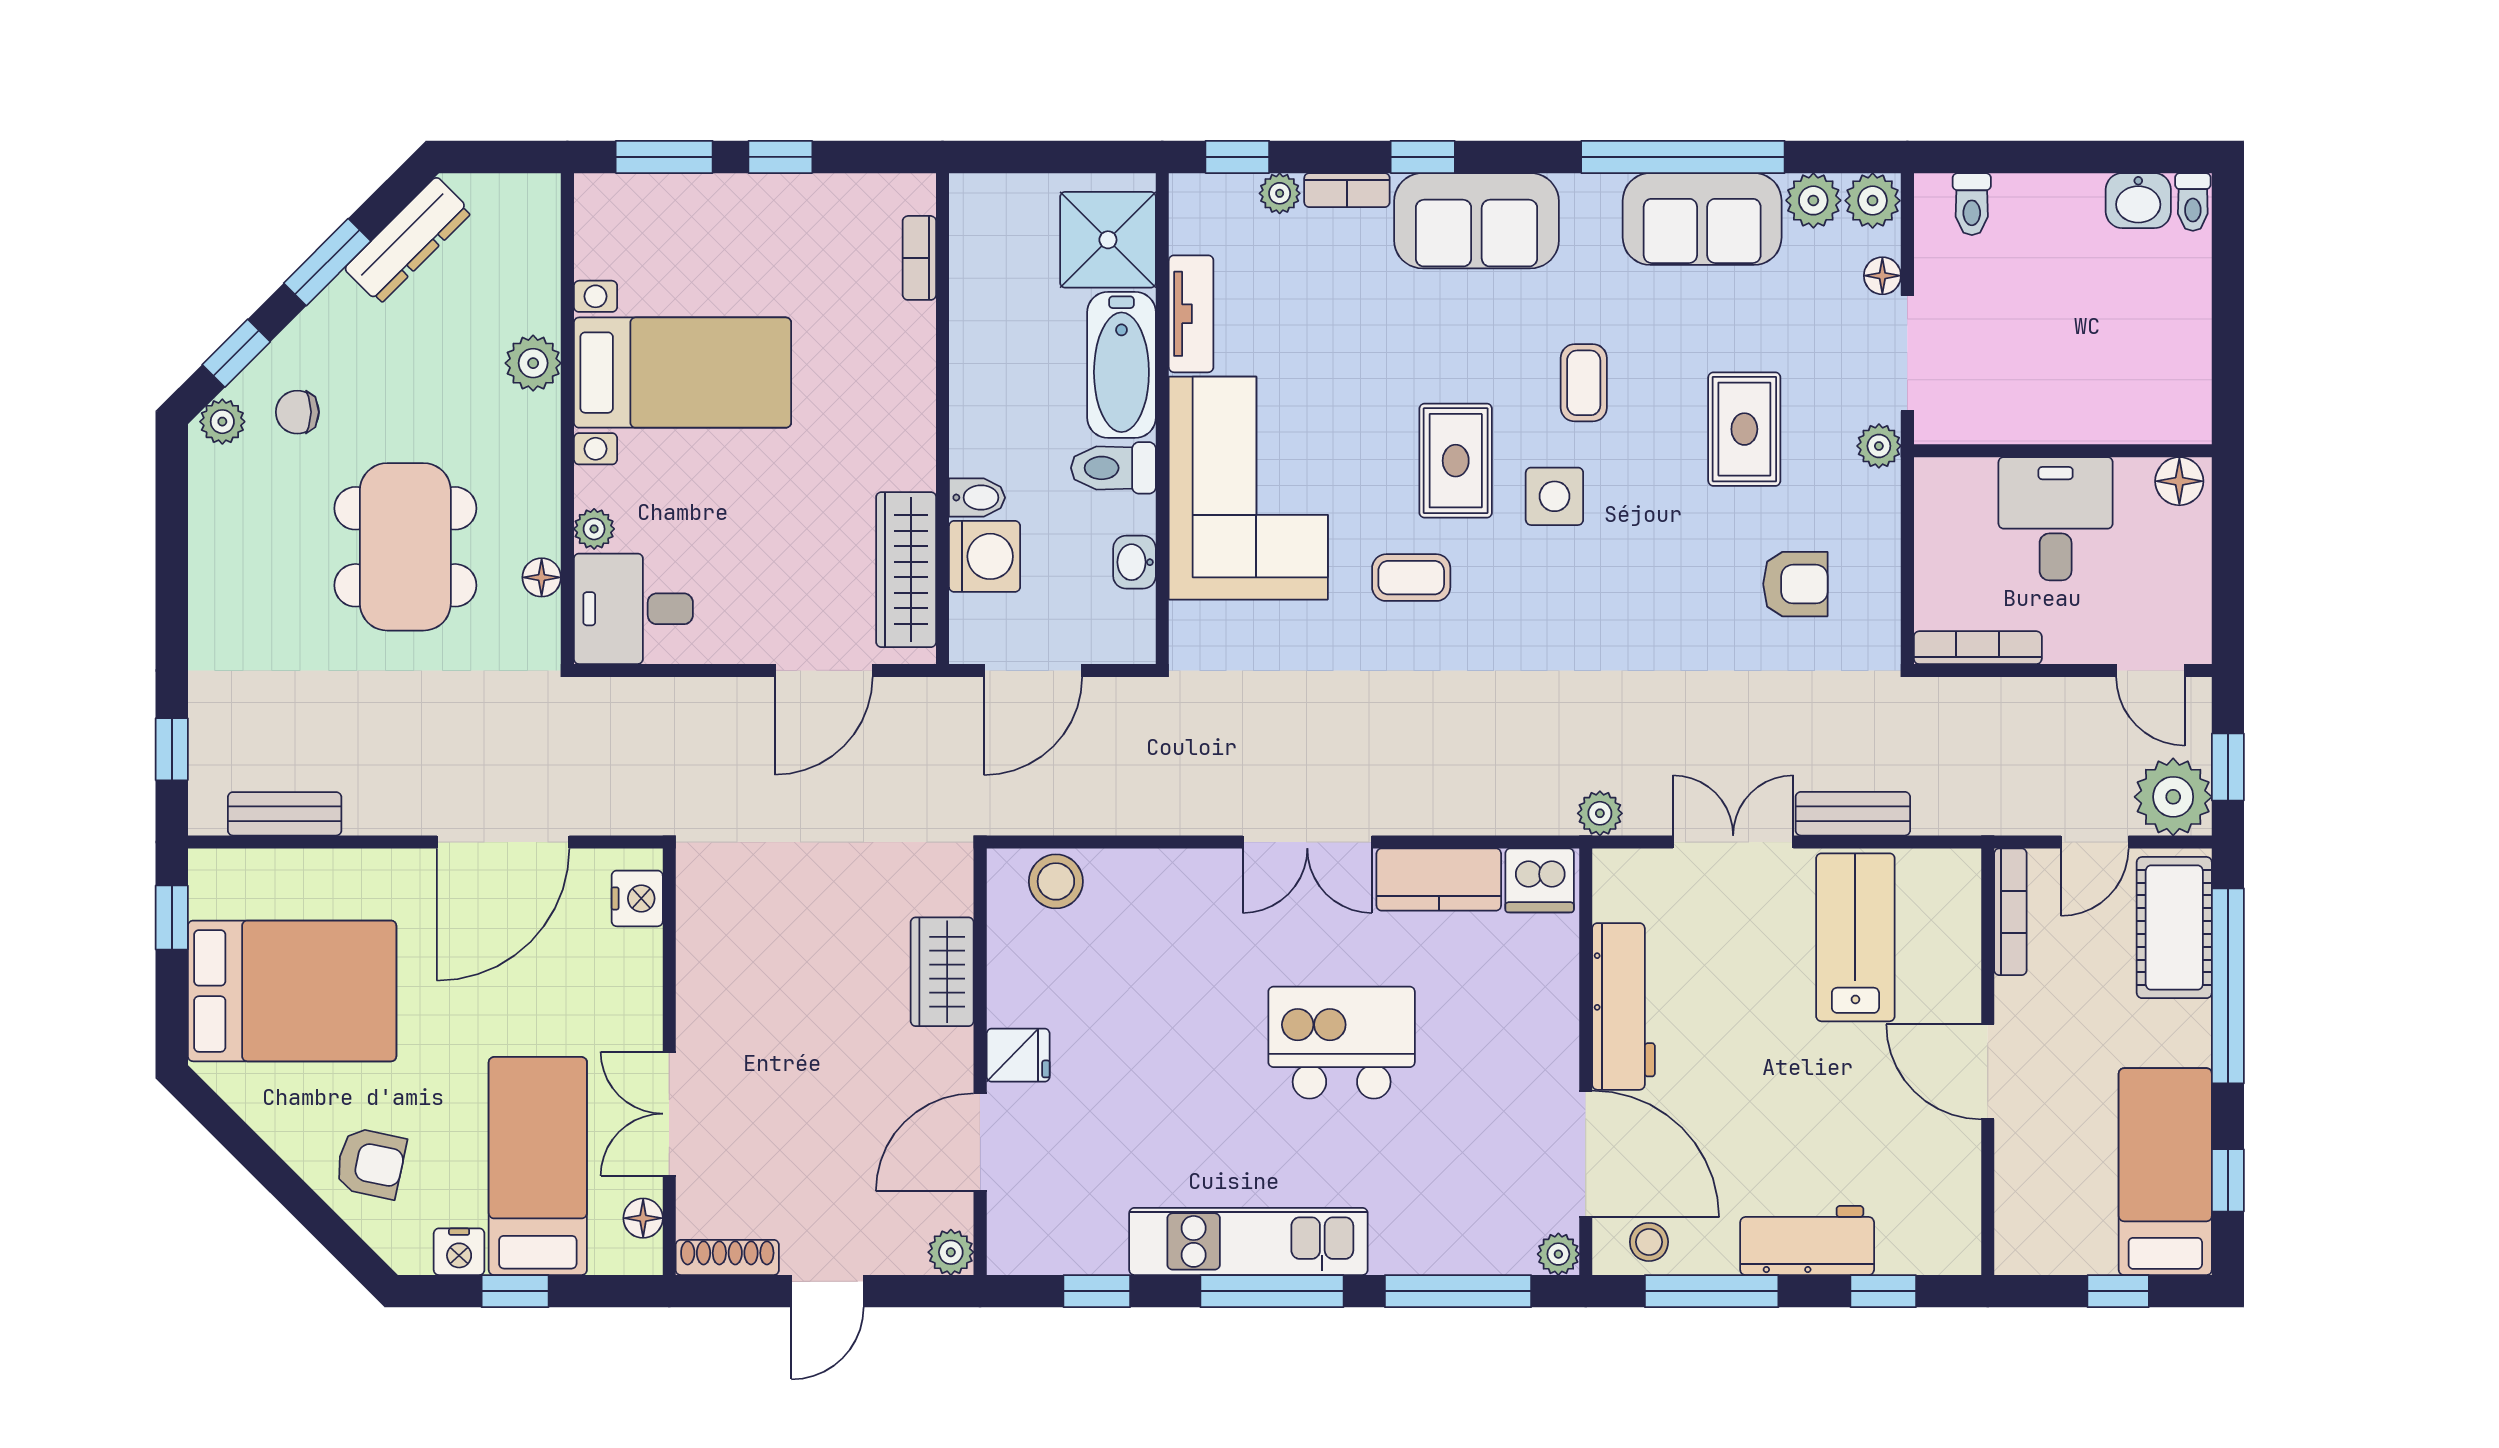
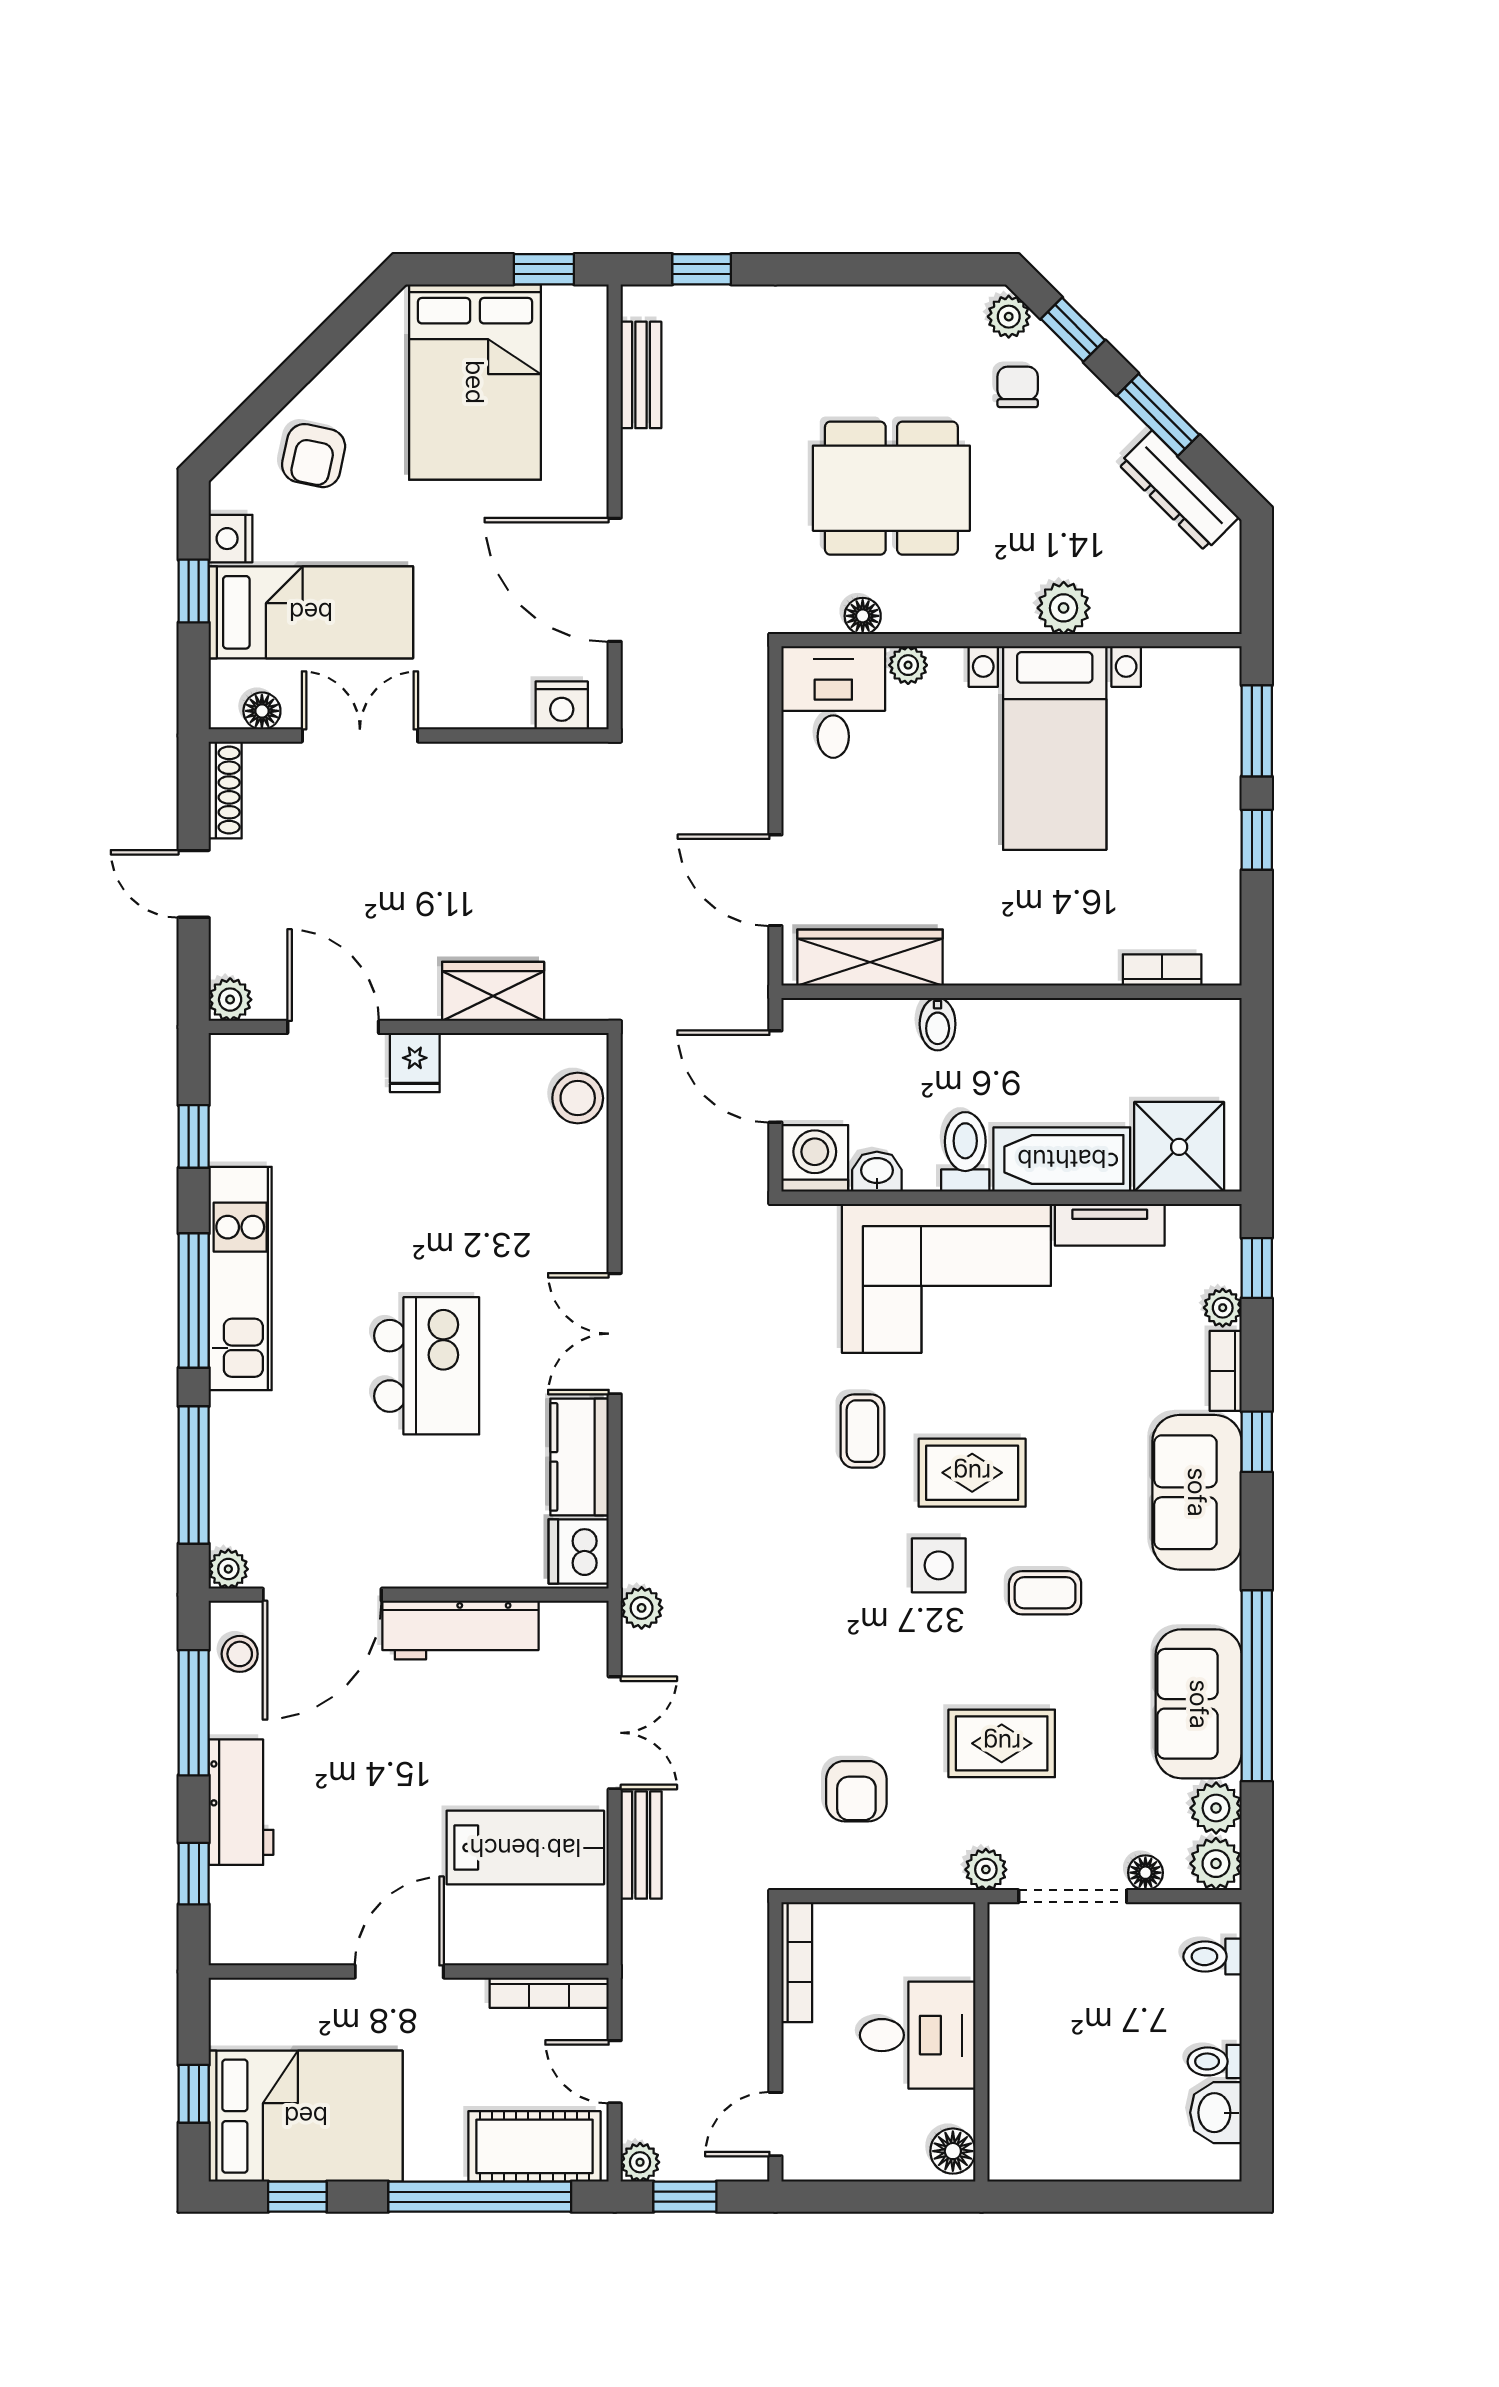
toilet: (2193, 202) -> (1215, 2061), moved
washing machine: (985, 556) -> (815, 1158), moved, turned 180
plant: (2173, 797) -> (640, 2162), width x0.53, depth x0.53
bed: (2165, 1172) -> (306, 2116), width x1.50

